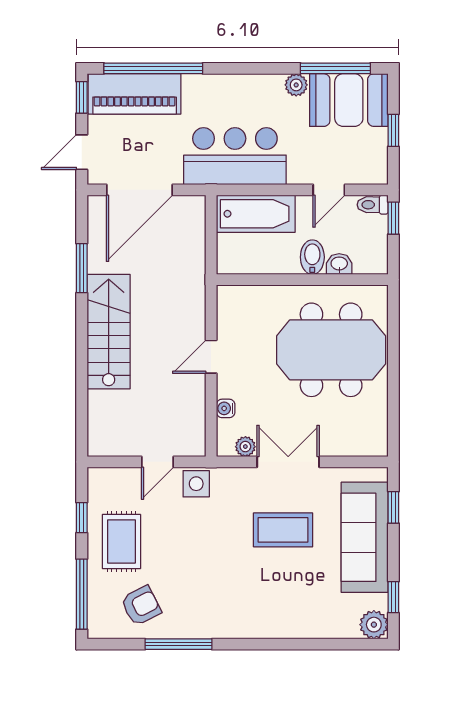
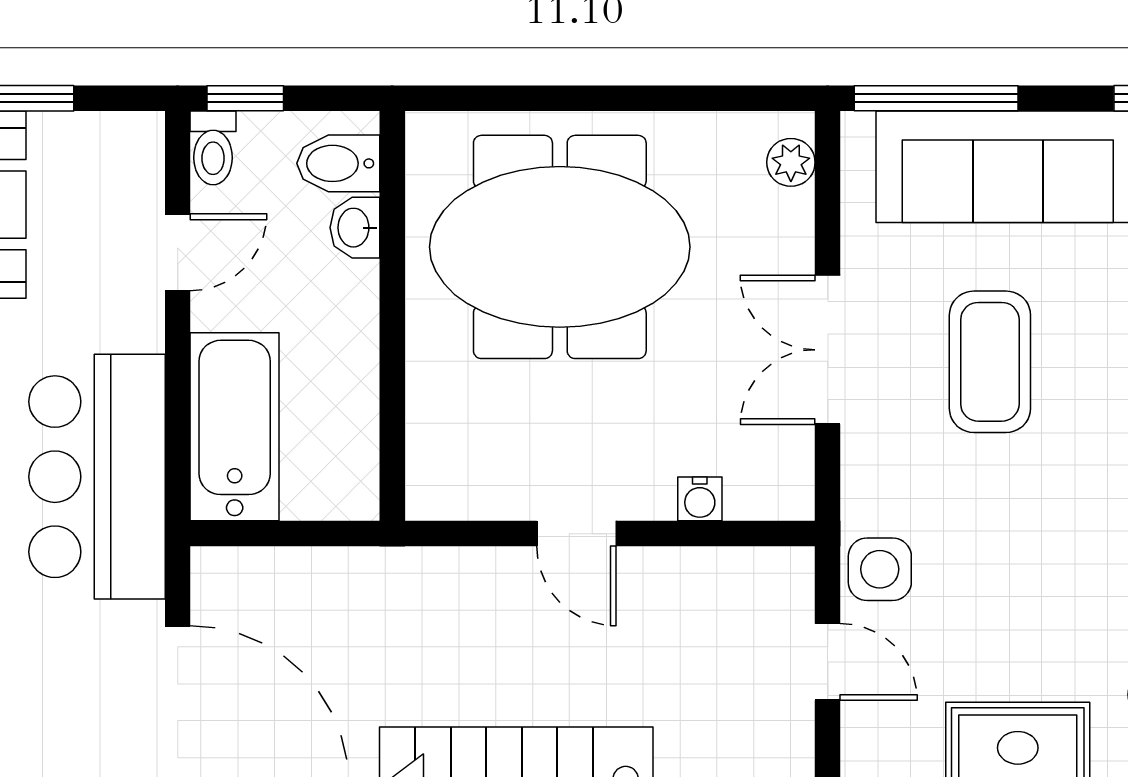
door: (329, 190) -> (178, 252), hinge flipped
bidet: (312, 257) -> (338, 163), moved
meeting table: (331, 350) -> (560, 247), turned 90
plant: (245, 447) -> (791, 162), moved
window: (393, 507) -> (936, 98), width x2.17

